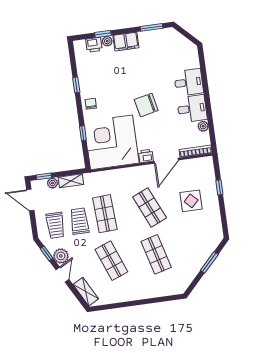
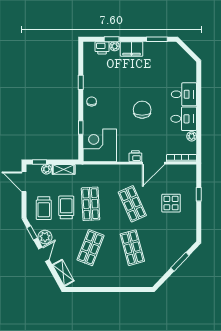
chair: (146, 105) -> (142, 110), turned 102
corner desk: (111, 142) -> (100, 145), width x0.74, depth x0.74
shop shelf: (111, 261) -> (91, 248), turned 42

